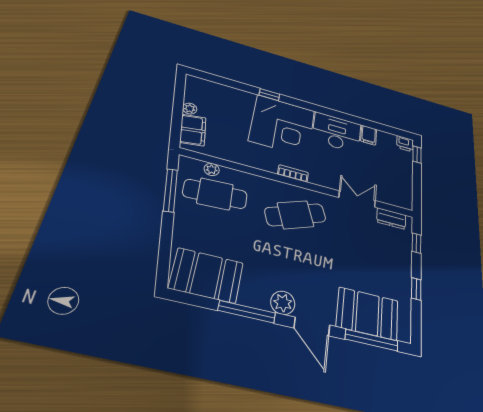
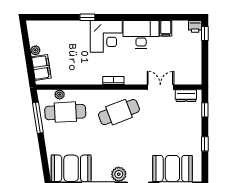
corner desk: (282, 125) -> (106, 36), width x0.74, depth x0.74

